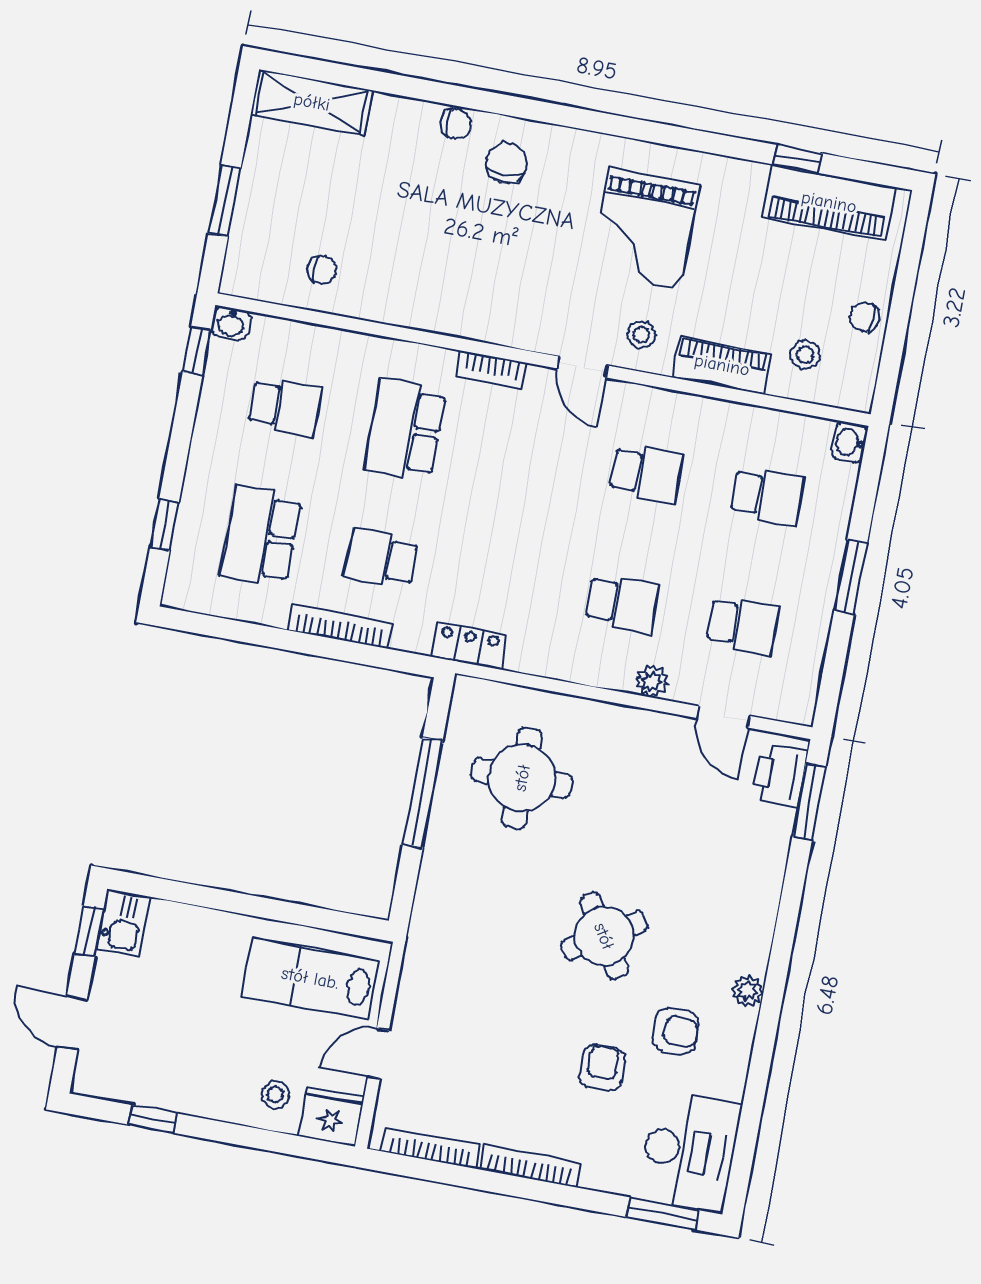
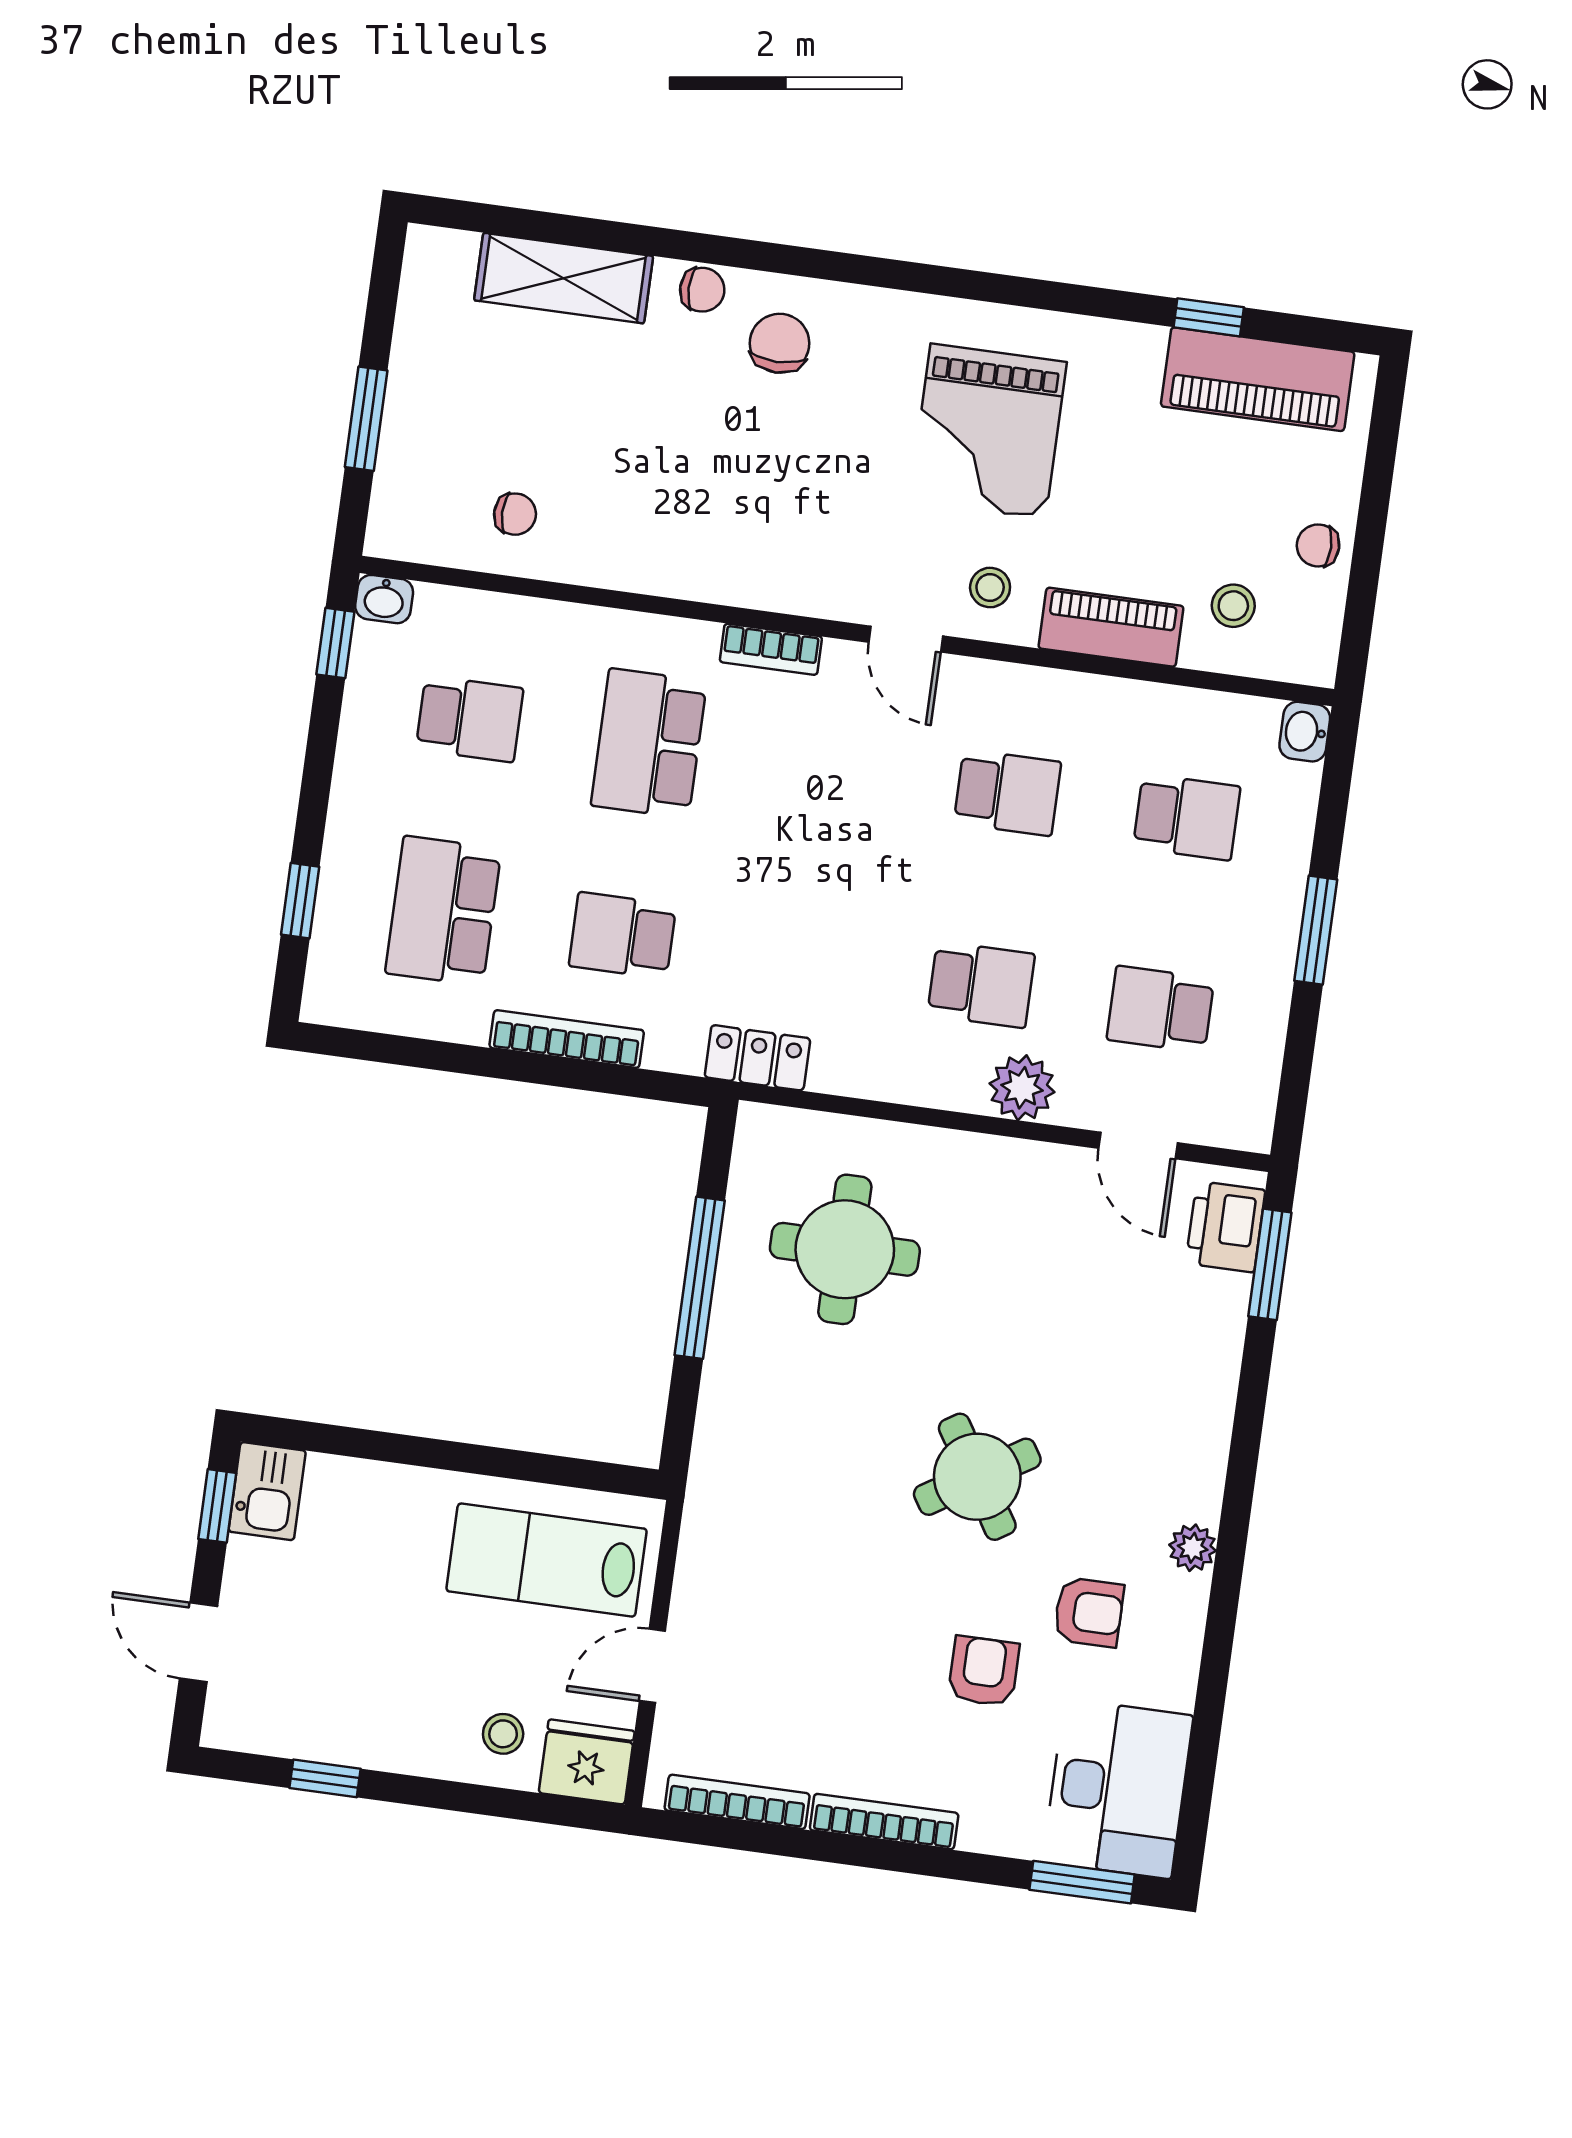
shelving: (312, 102) -> (564, 278), moved
school desk: (743, 625) -> (1160, 1009), turned 180
plant: (652, 681) -> (1022, 1088), width x1.38, depth x1.38

